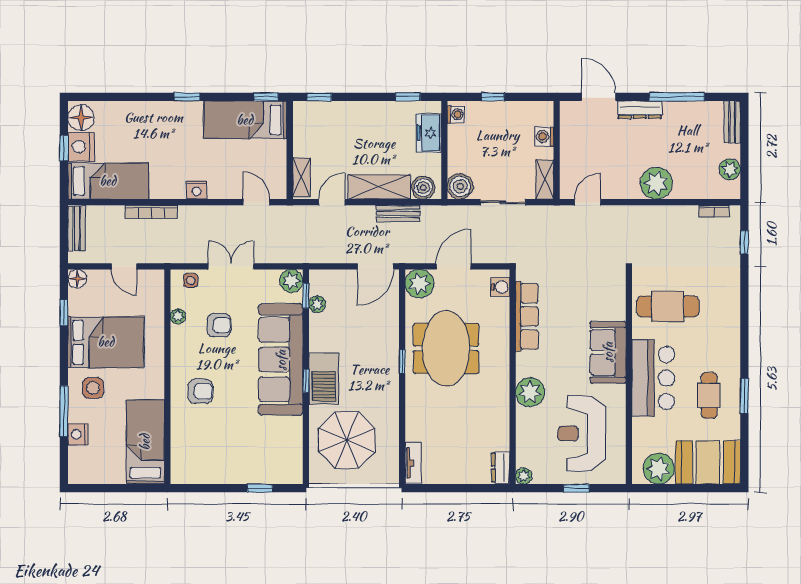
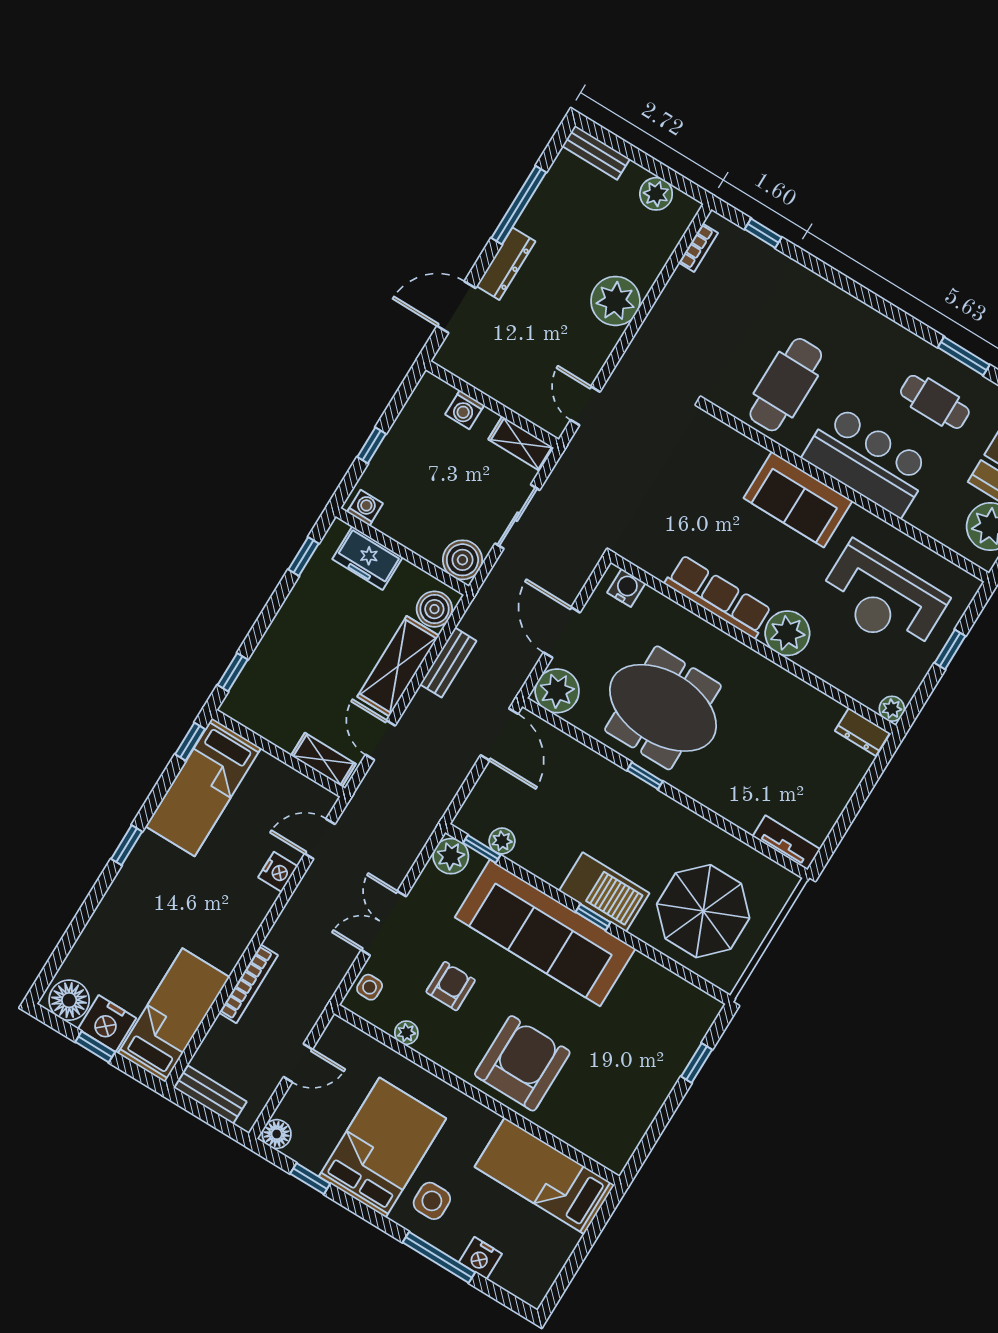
nightstand: (197, 190) -> (278, 872), moved
row of seats: (527, 316) -> (718, 597), moved
armchair: (200, 391) -> (522, 1063), width x1.88, depth x1.88

